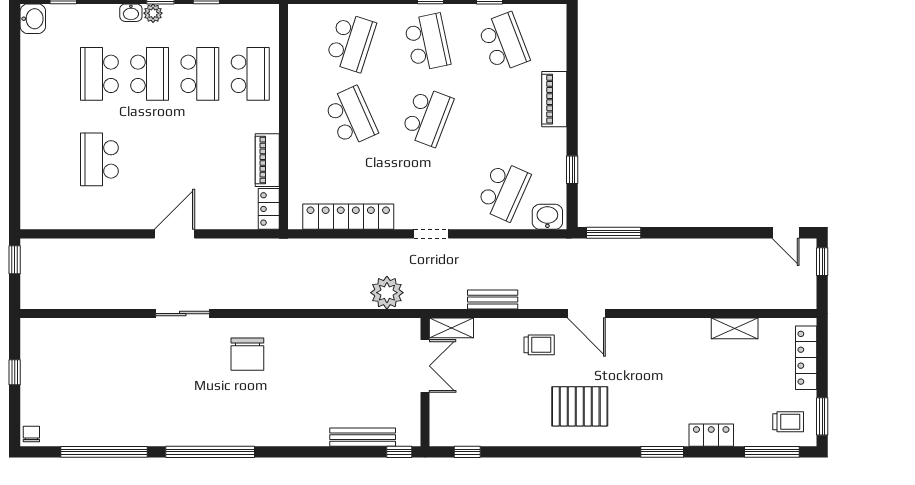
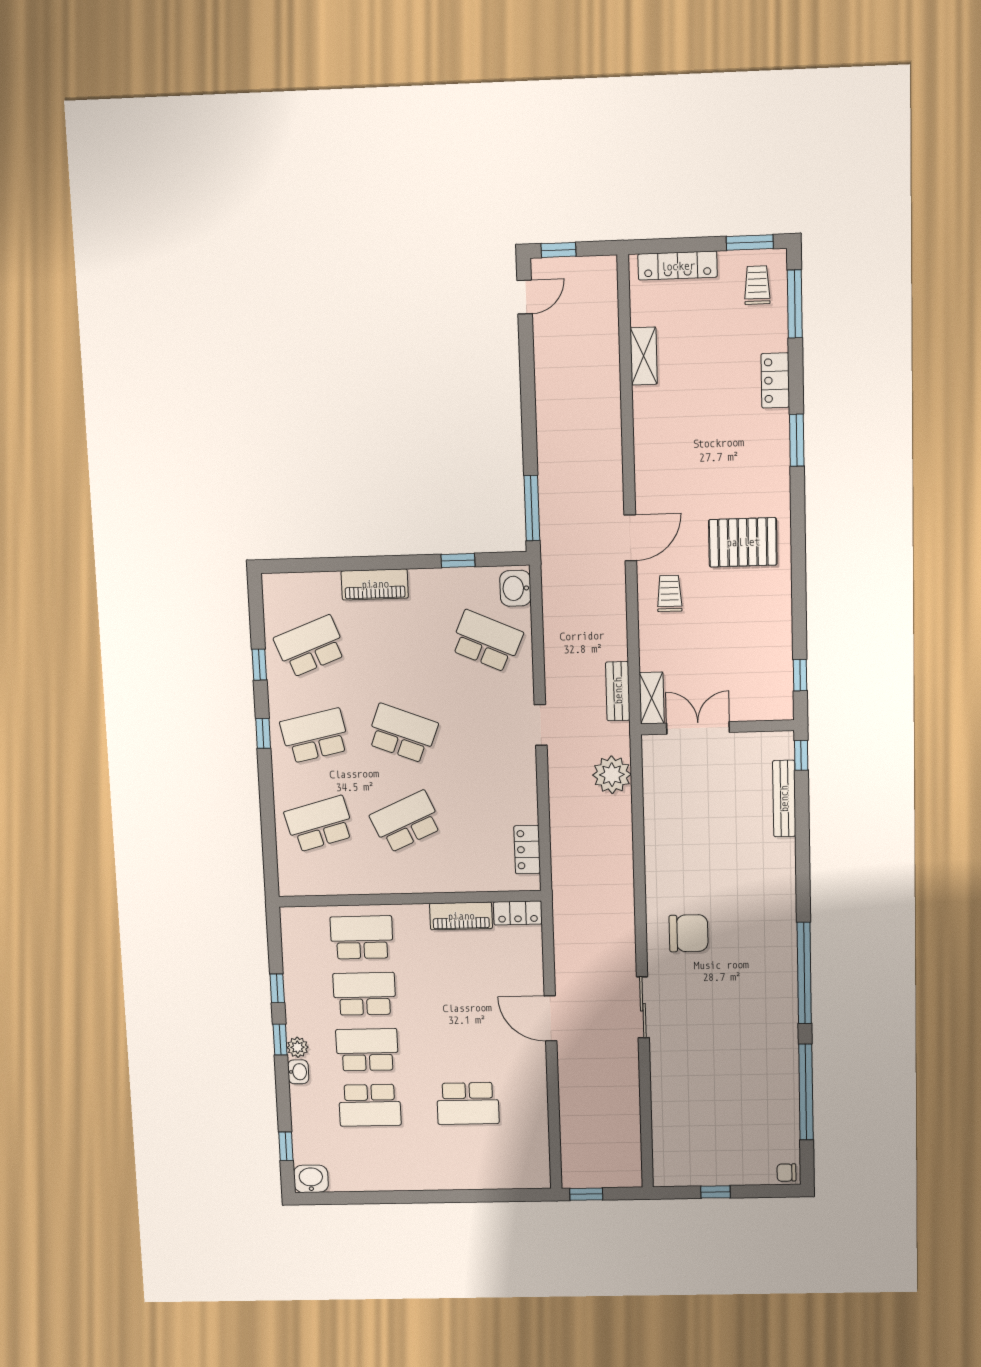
school desk: (351, 42) -> (319, 824), turned -33
locker: (348, 217) -> (527, 850), width x0.46, depth x0.83
bench: (493, 300) -> (618, 691), moved
pallet: (580, 406) -> (743, 542), turned 90

